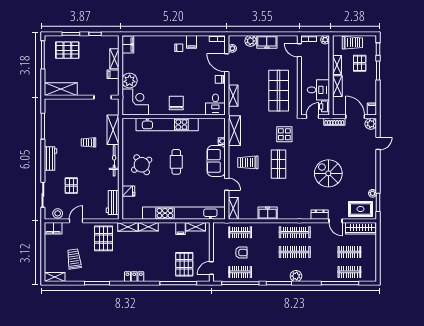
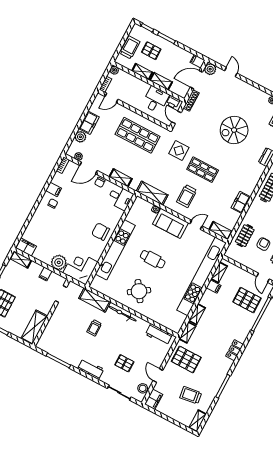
shelving: (114, 59) -> (21, 259), moved
fridge: (128, 191) -> (156, 315), removed

